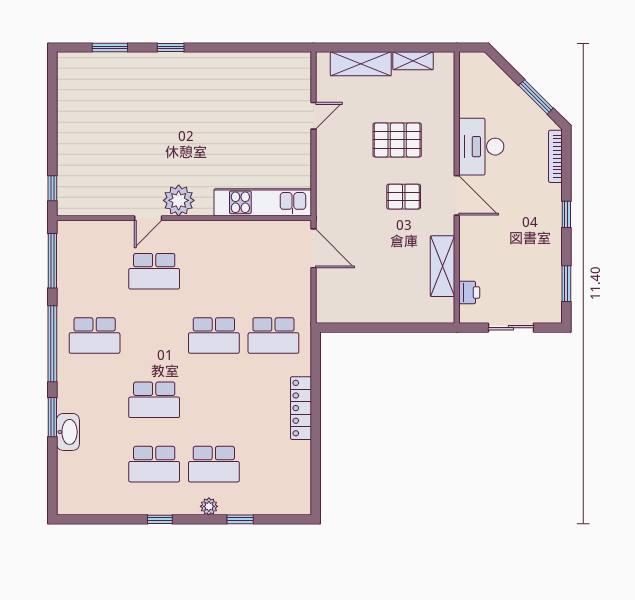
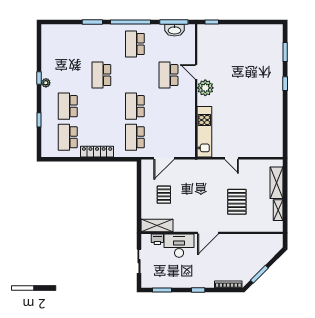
door: (314, 116) -> (232, 158), moved
desk: (481, 147) -> (179, 246), moved
pallet: (404, 197) -> (164, 195), moved
door: (314, 248) -> (164, 158), moved
shelving: (442, 266) -> (157, 225), moved
washbasin: (68, 432) -> (175, 30), moved
school desk: (154, 464) -> (68, 137), moved
plant: (209, 506) -> (46, 83), moved

